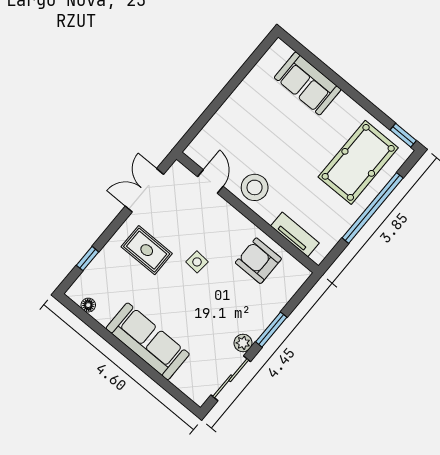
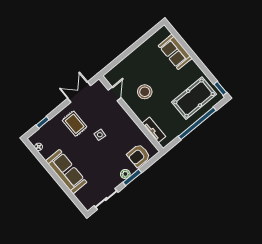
stool: (255, 187) -> (145, 92), moved
armchair: (258, 261) -> (139, 155), moved, turned -90
plant: (243, 343) -> (125, 174), moved

